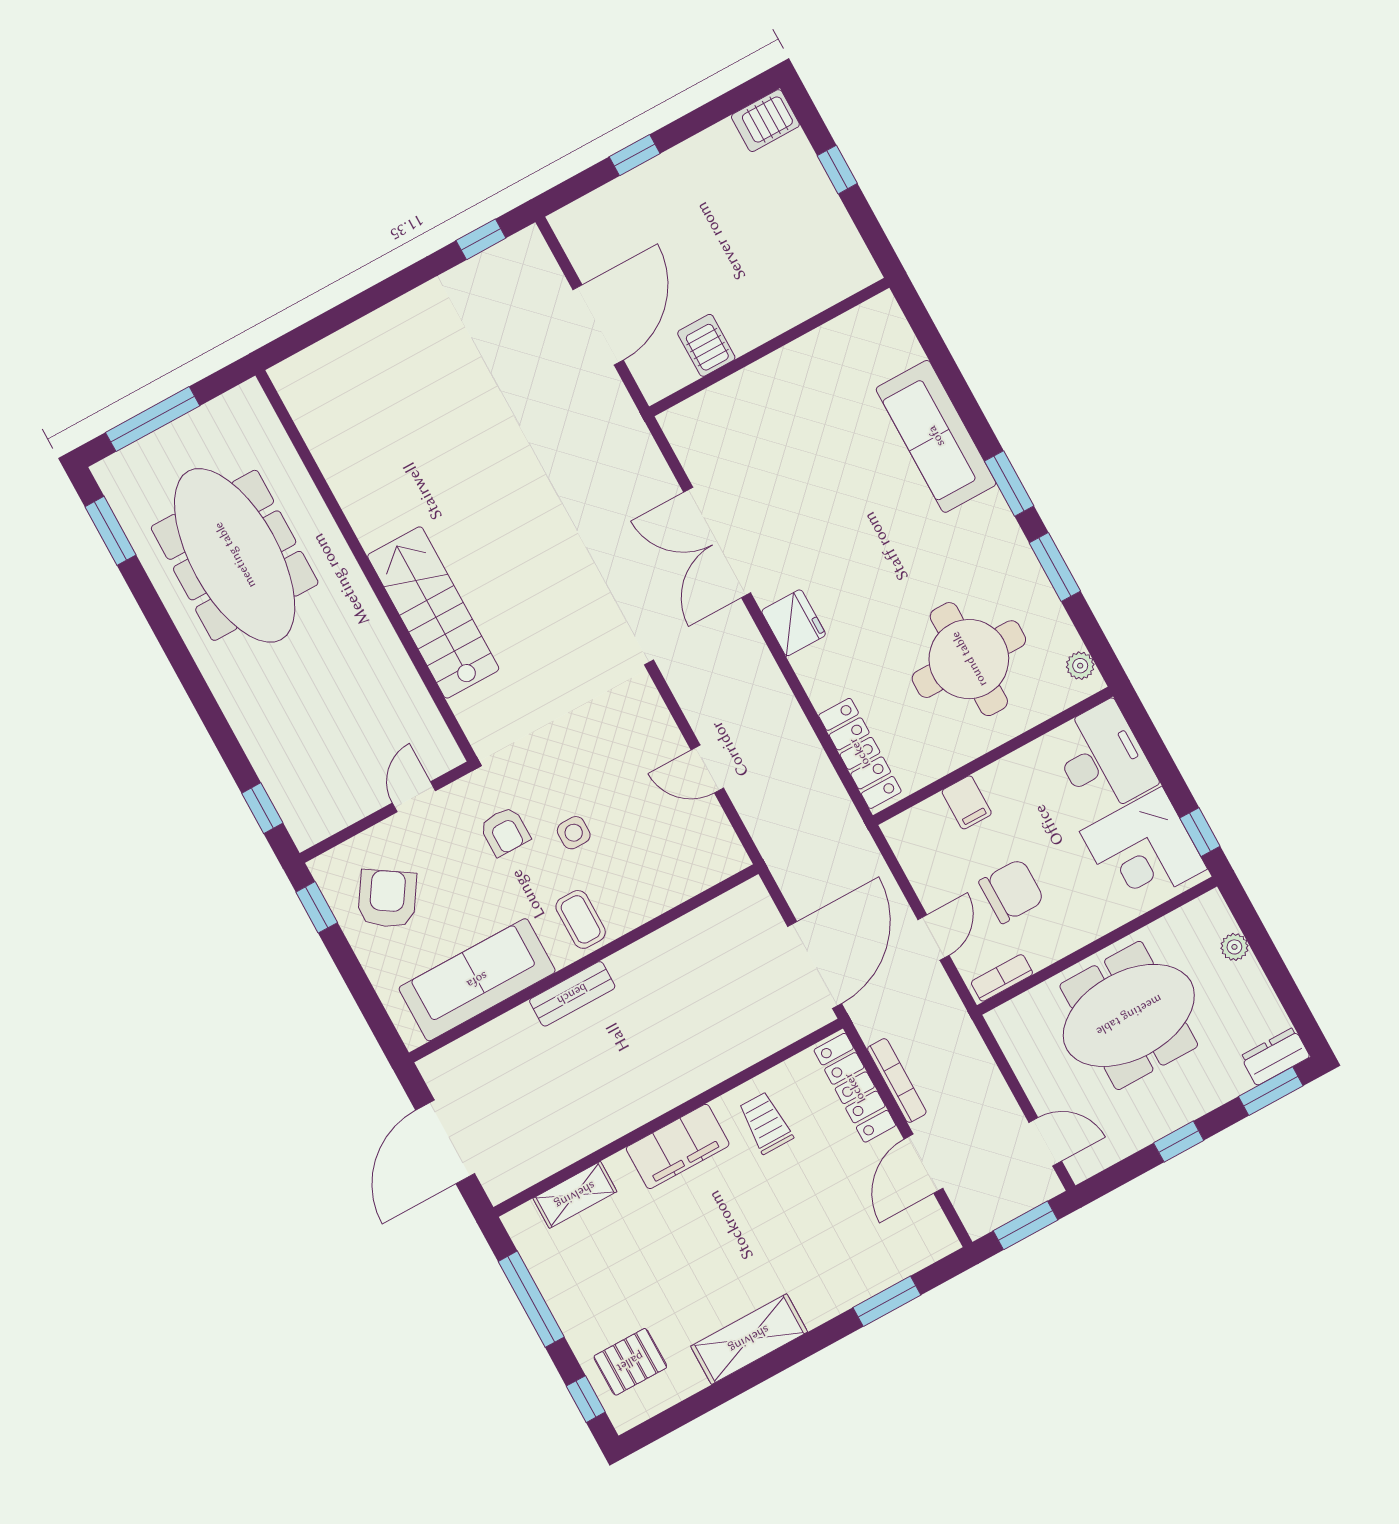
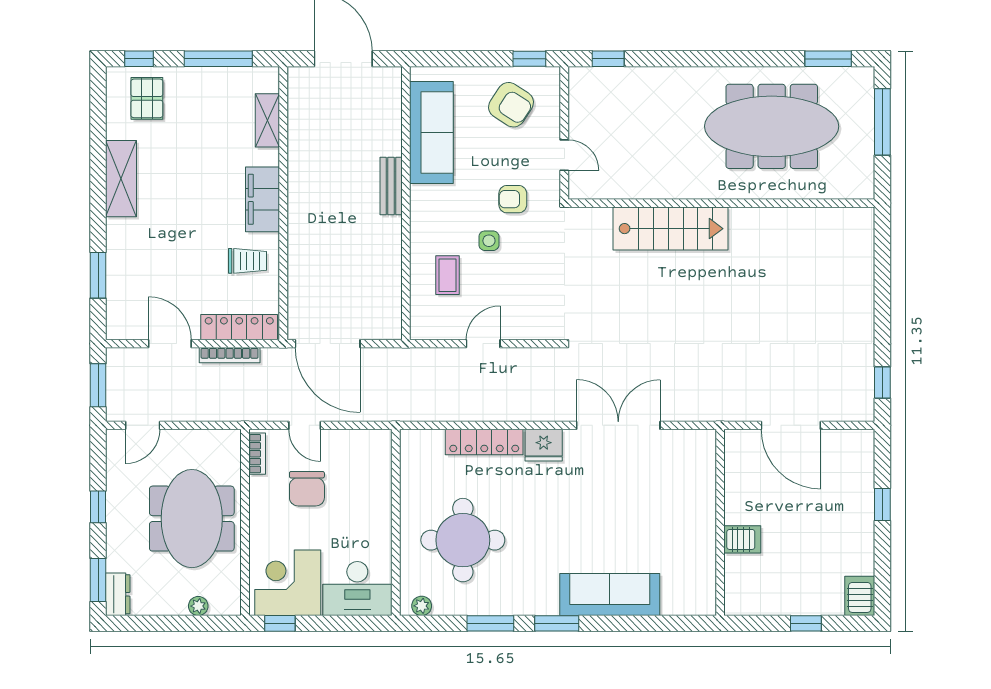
server rack: (706, 345) -> (742, 539), moved
locker: (860, 753) -> (484, 442), moved
filing cabinet: (967, 802) -> (376, 491), removed
coffee table: (581, 919) -> (448, 275), moved, turned 90

